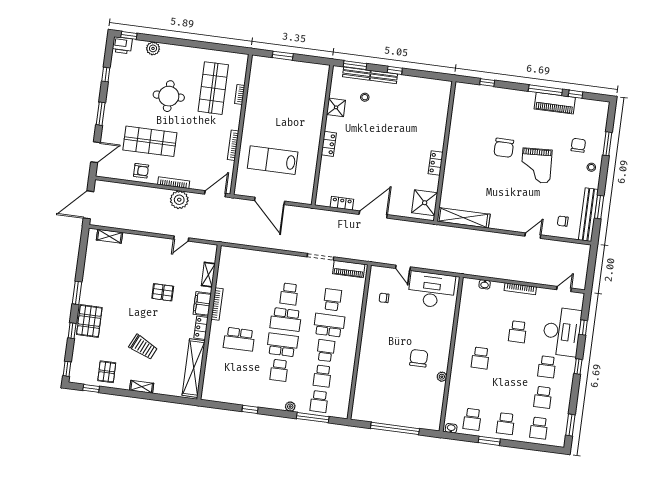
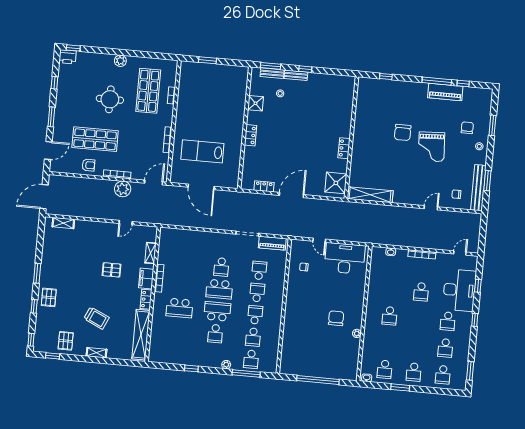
plant: (153, 48) -> (120, 61), moved
pallet: (89, 321) -> (49, 297), width x0.67, depth x0.71
school desk: (329, 325) -> (257, 293), width x0.54

